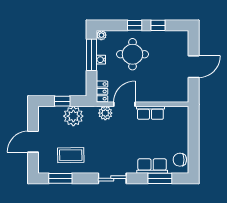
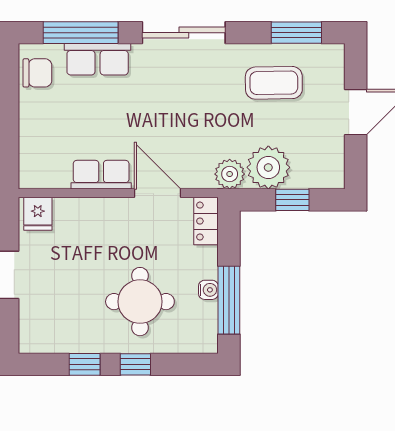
plant: (101, 35) -> (207, 343), removed
fridge: (180, 95) -> (38, 214), added
door: (124, 104) -> (158, 193), swing flipped
plant: (105, 113) -> (230, 174), moved
sliding door: (112, 178) -> (184, 33), width x1.37
window: (160, 178) -> (81, 33), width x1.44

